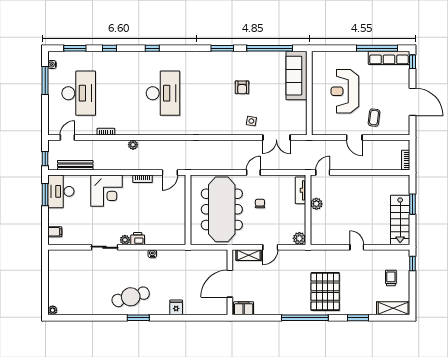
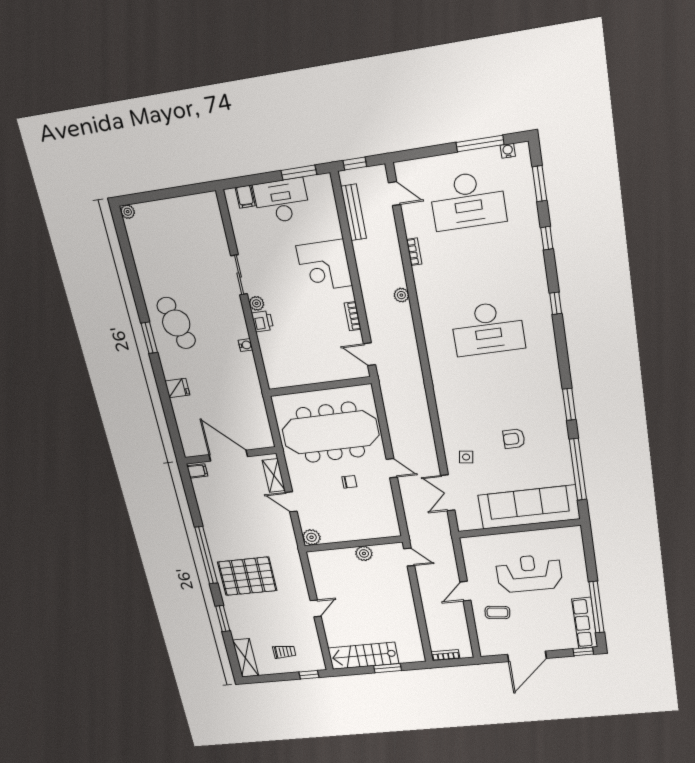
sofa: (297, 76) -> (529, 507), width x1.36, depth x1.27
tv unit: (301, 190) -> (379, 532), removed
desk: (61, 191) -> (282, 201), moved
filing cabinet: (244, 308) -> (197, 471), width x0.50

